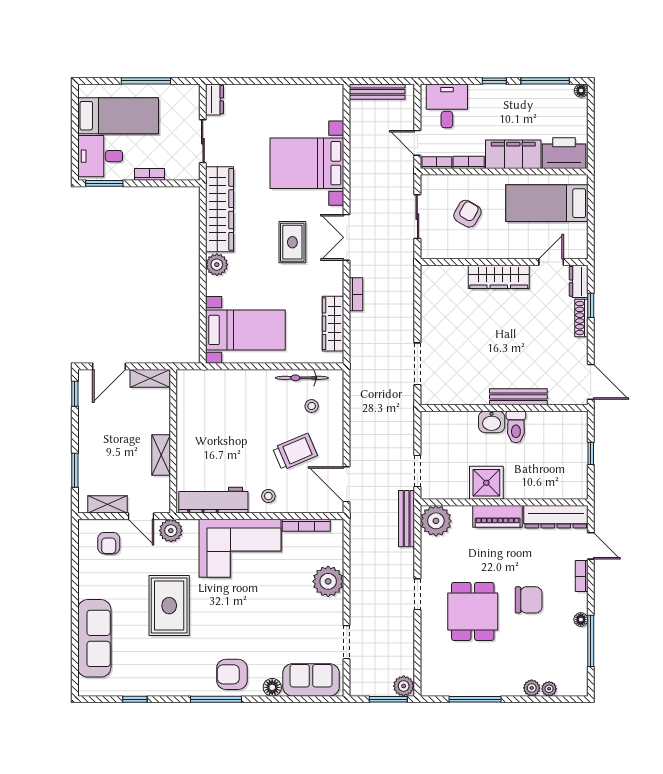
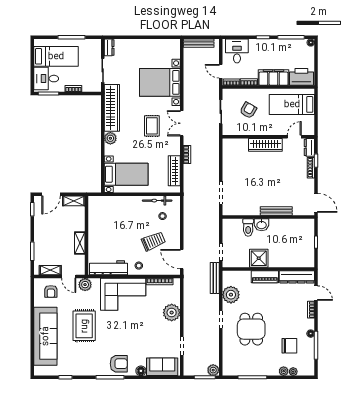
toilet: (516, 427) -> (248, 228), moved
plant: (436, 521) -> (231, 295), moved
chair: (529, 600) -> (289, 346), moved
sofa: (94, 638) -> (45, 336), width x1.36, depth x1.27
armchair: (232, 674) -> (119, 364), turned 180

